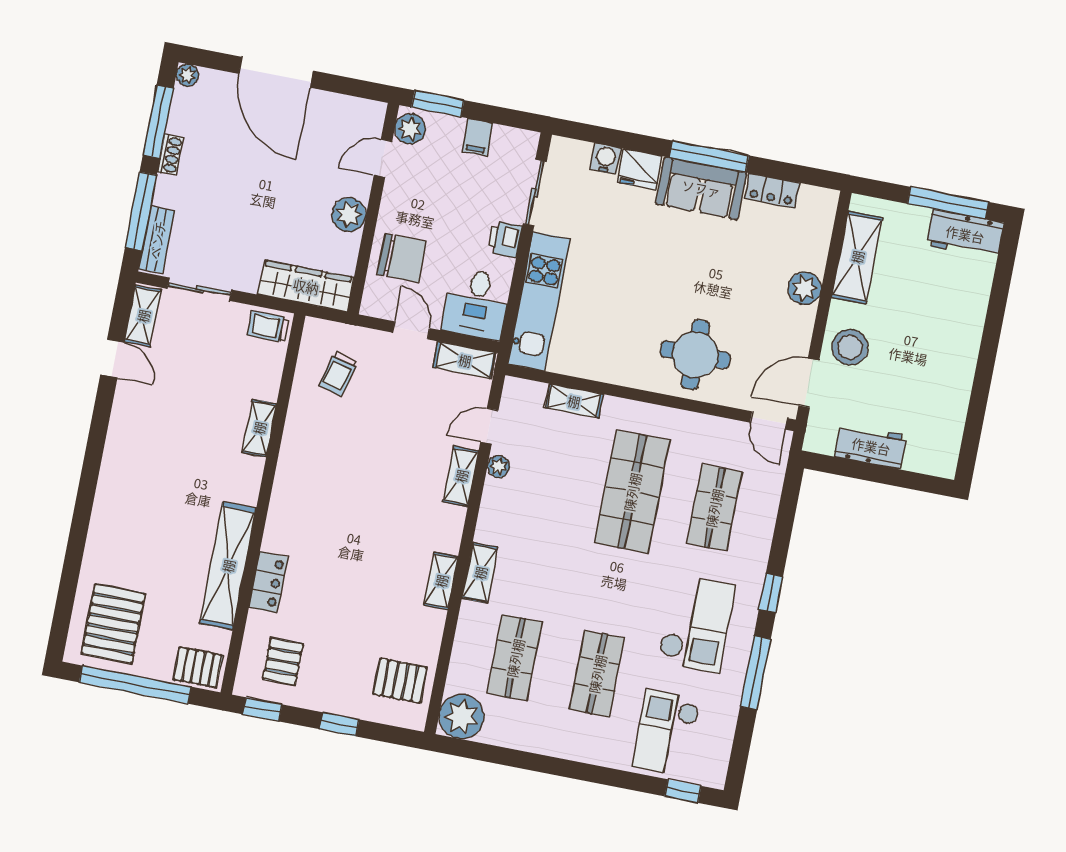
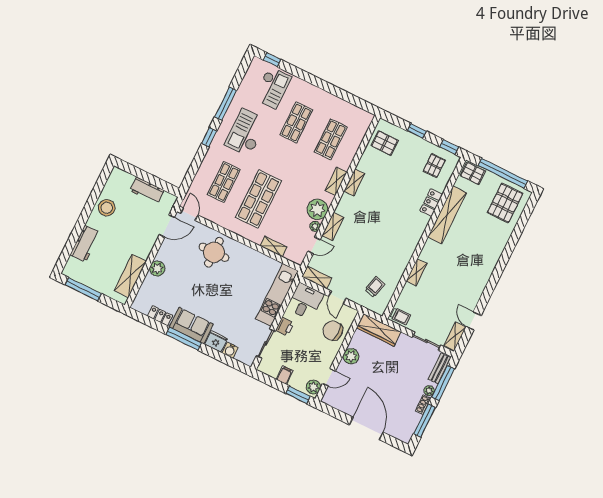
plant: (187, 75) -> (429, 391), moved
workbench: (965, 234) -> (85, 244), moved, turned 90
stool: (850, 347) -> (107, 208), moved
plant: (462, 717) -> (317, 209), moved

